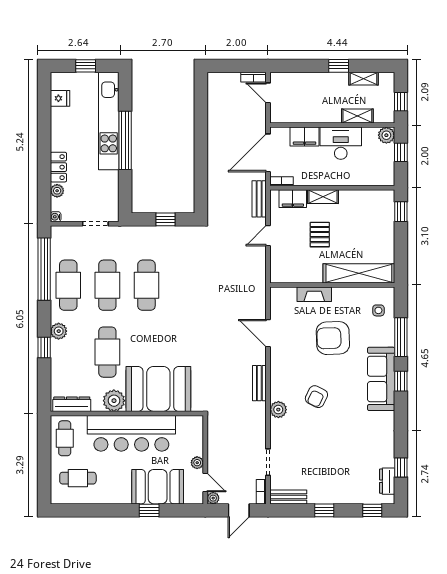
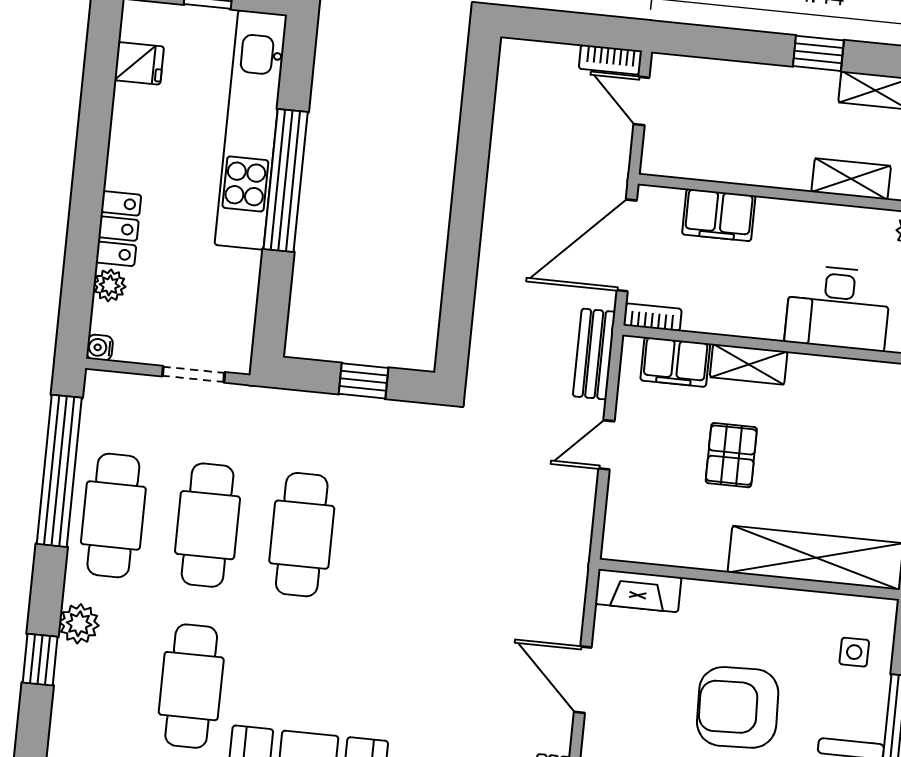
desk: (341, 143) -> (838, 308), moved, turned 180
fireplace: (314, 294) -> (638, 591), moved

